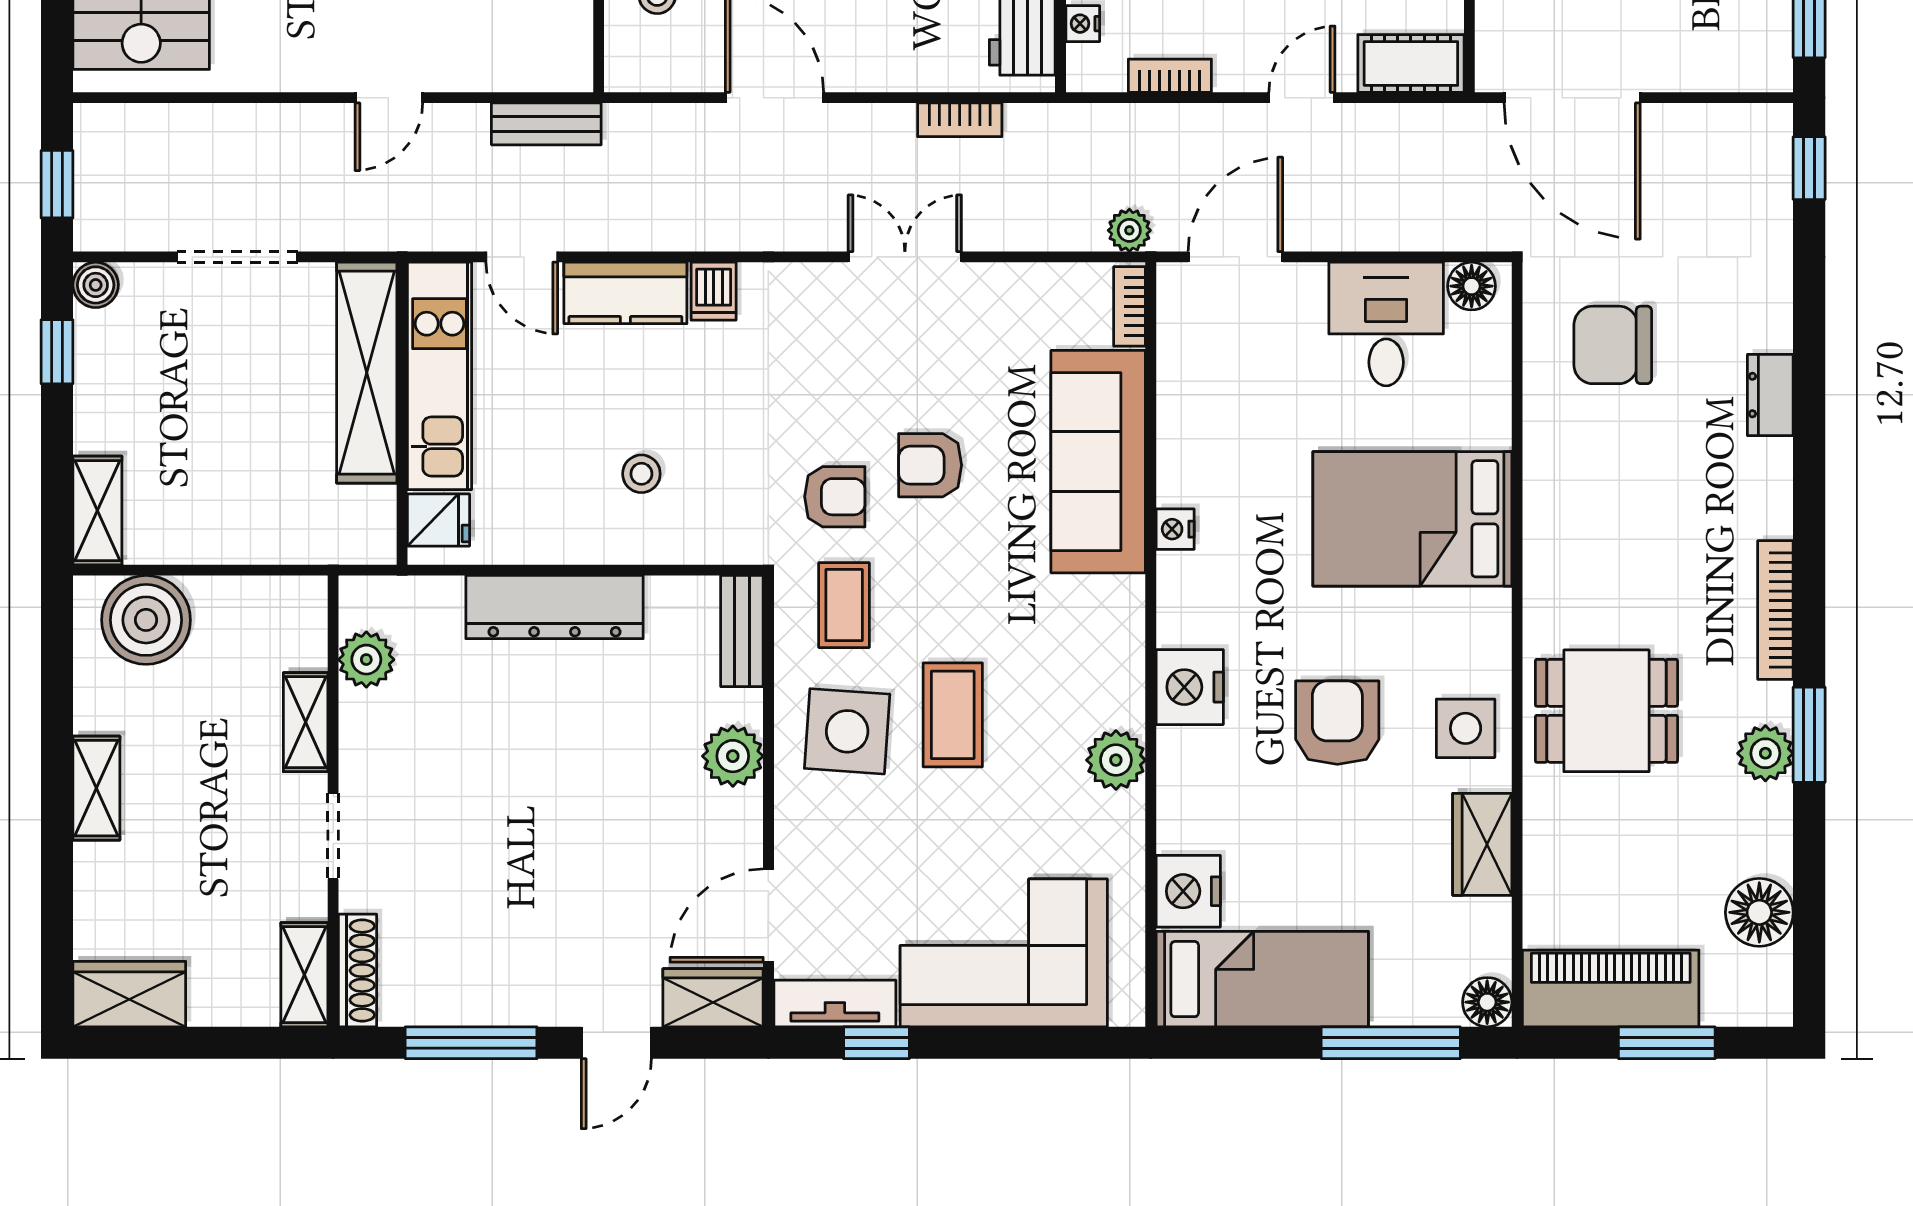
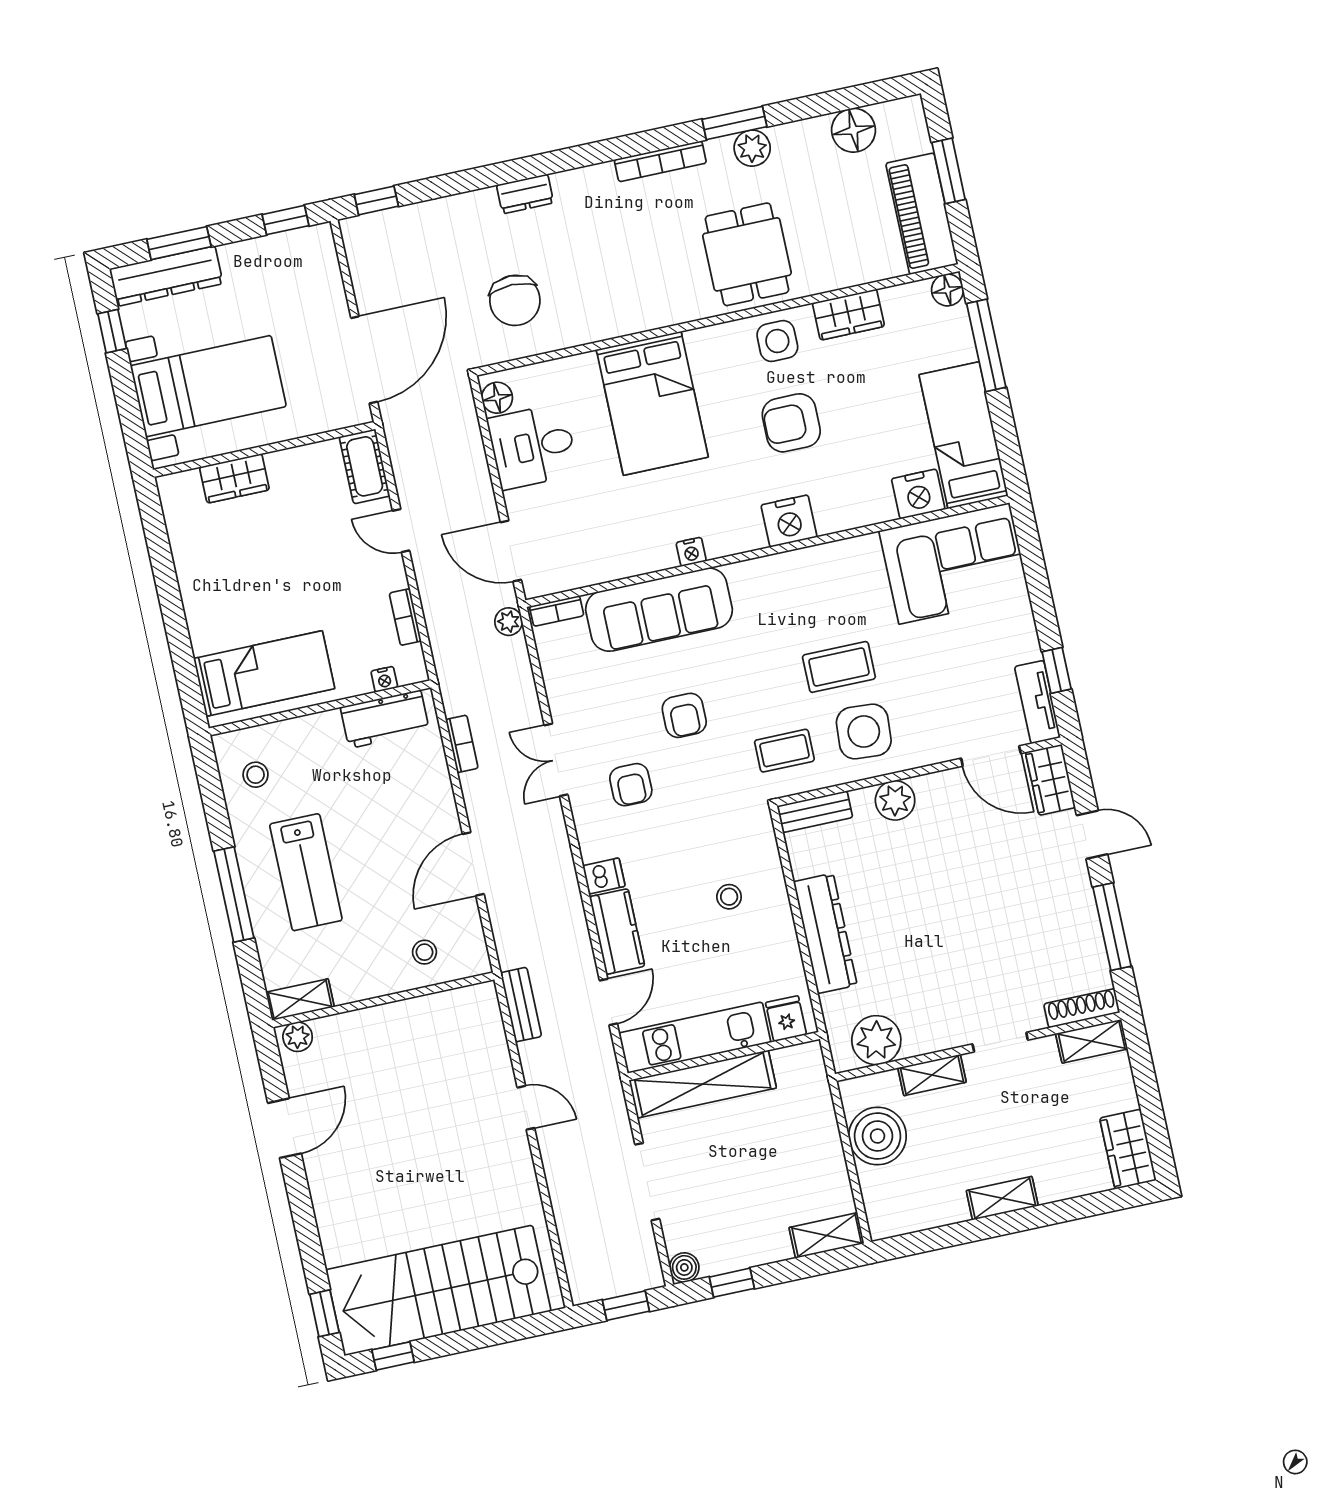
armchair: (835, 497) -> (631, 785), moved, turned 180
boiler: (146, 620) -> (878, 1136), moved
plant: (366, 660) -> (876, 1040), width x1.36, depth x1.36
plant: (1116, 760) -> (845, 558), removed
corner sofa: (1004, 953) -> (954, 563), moved, turned -90

